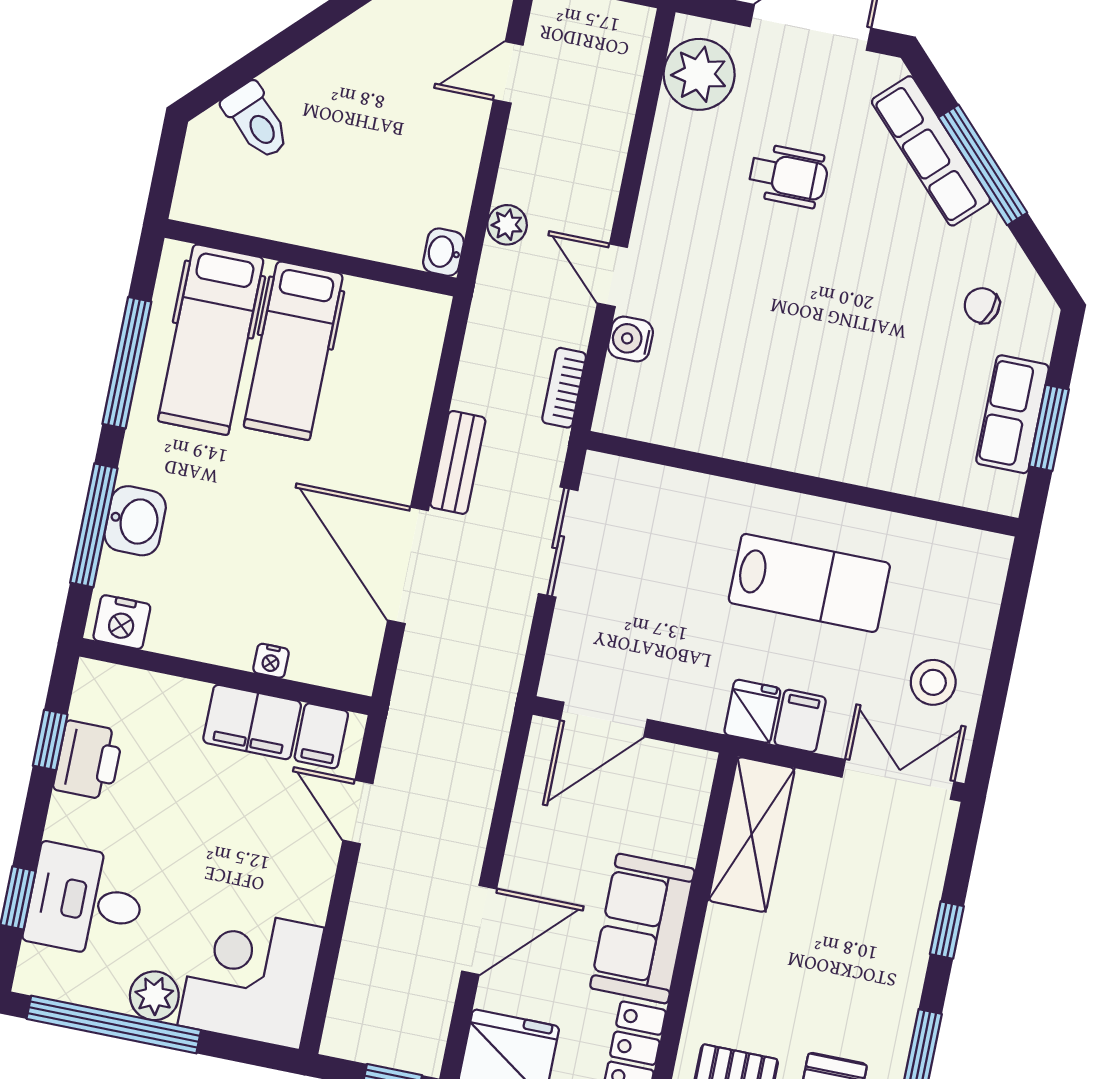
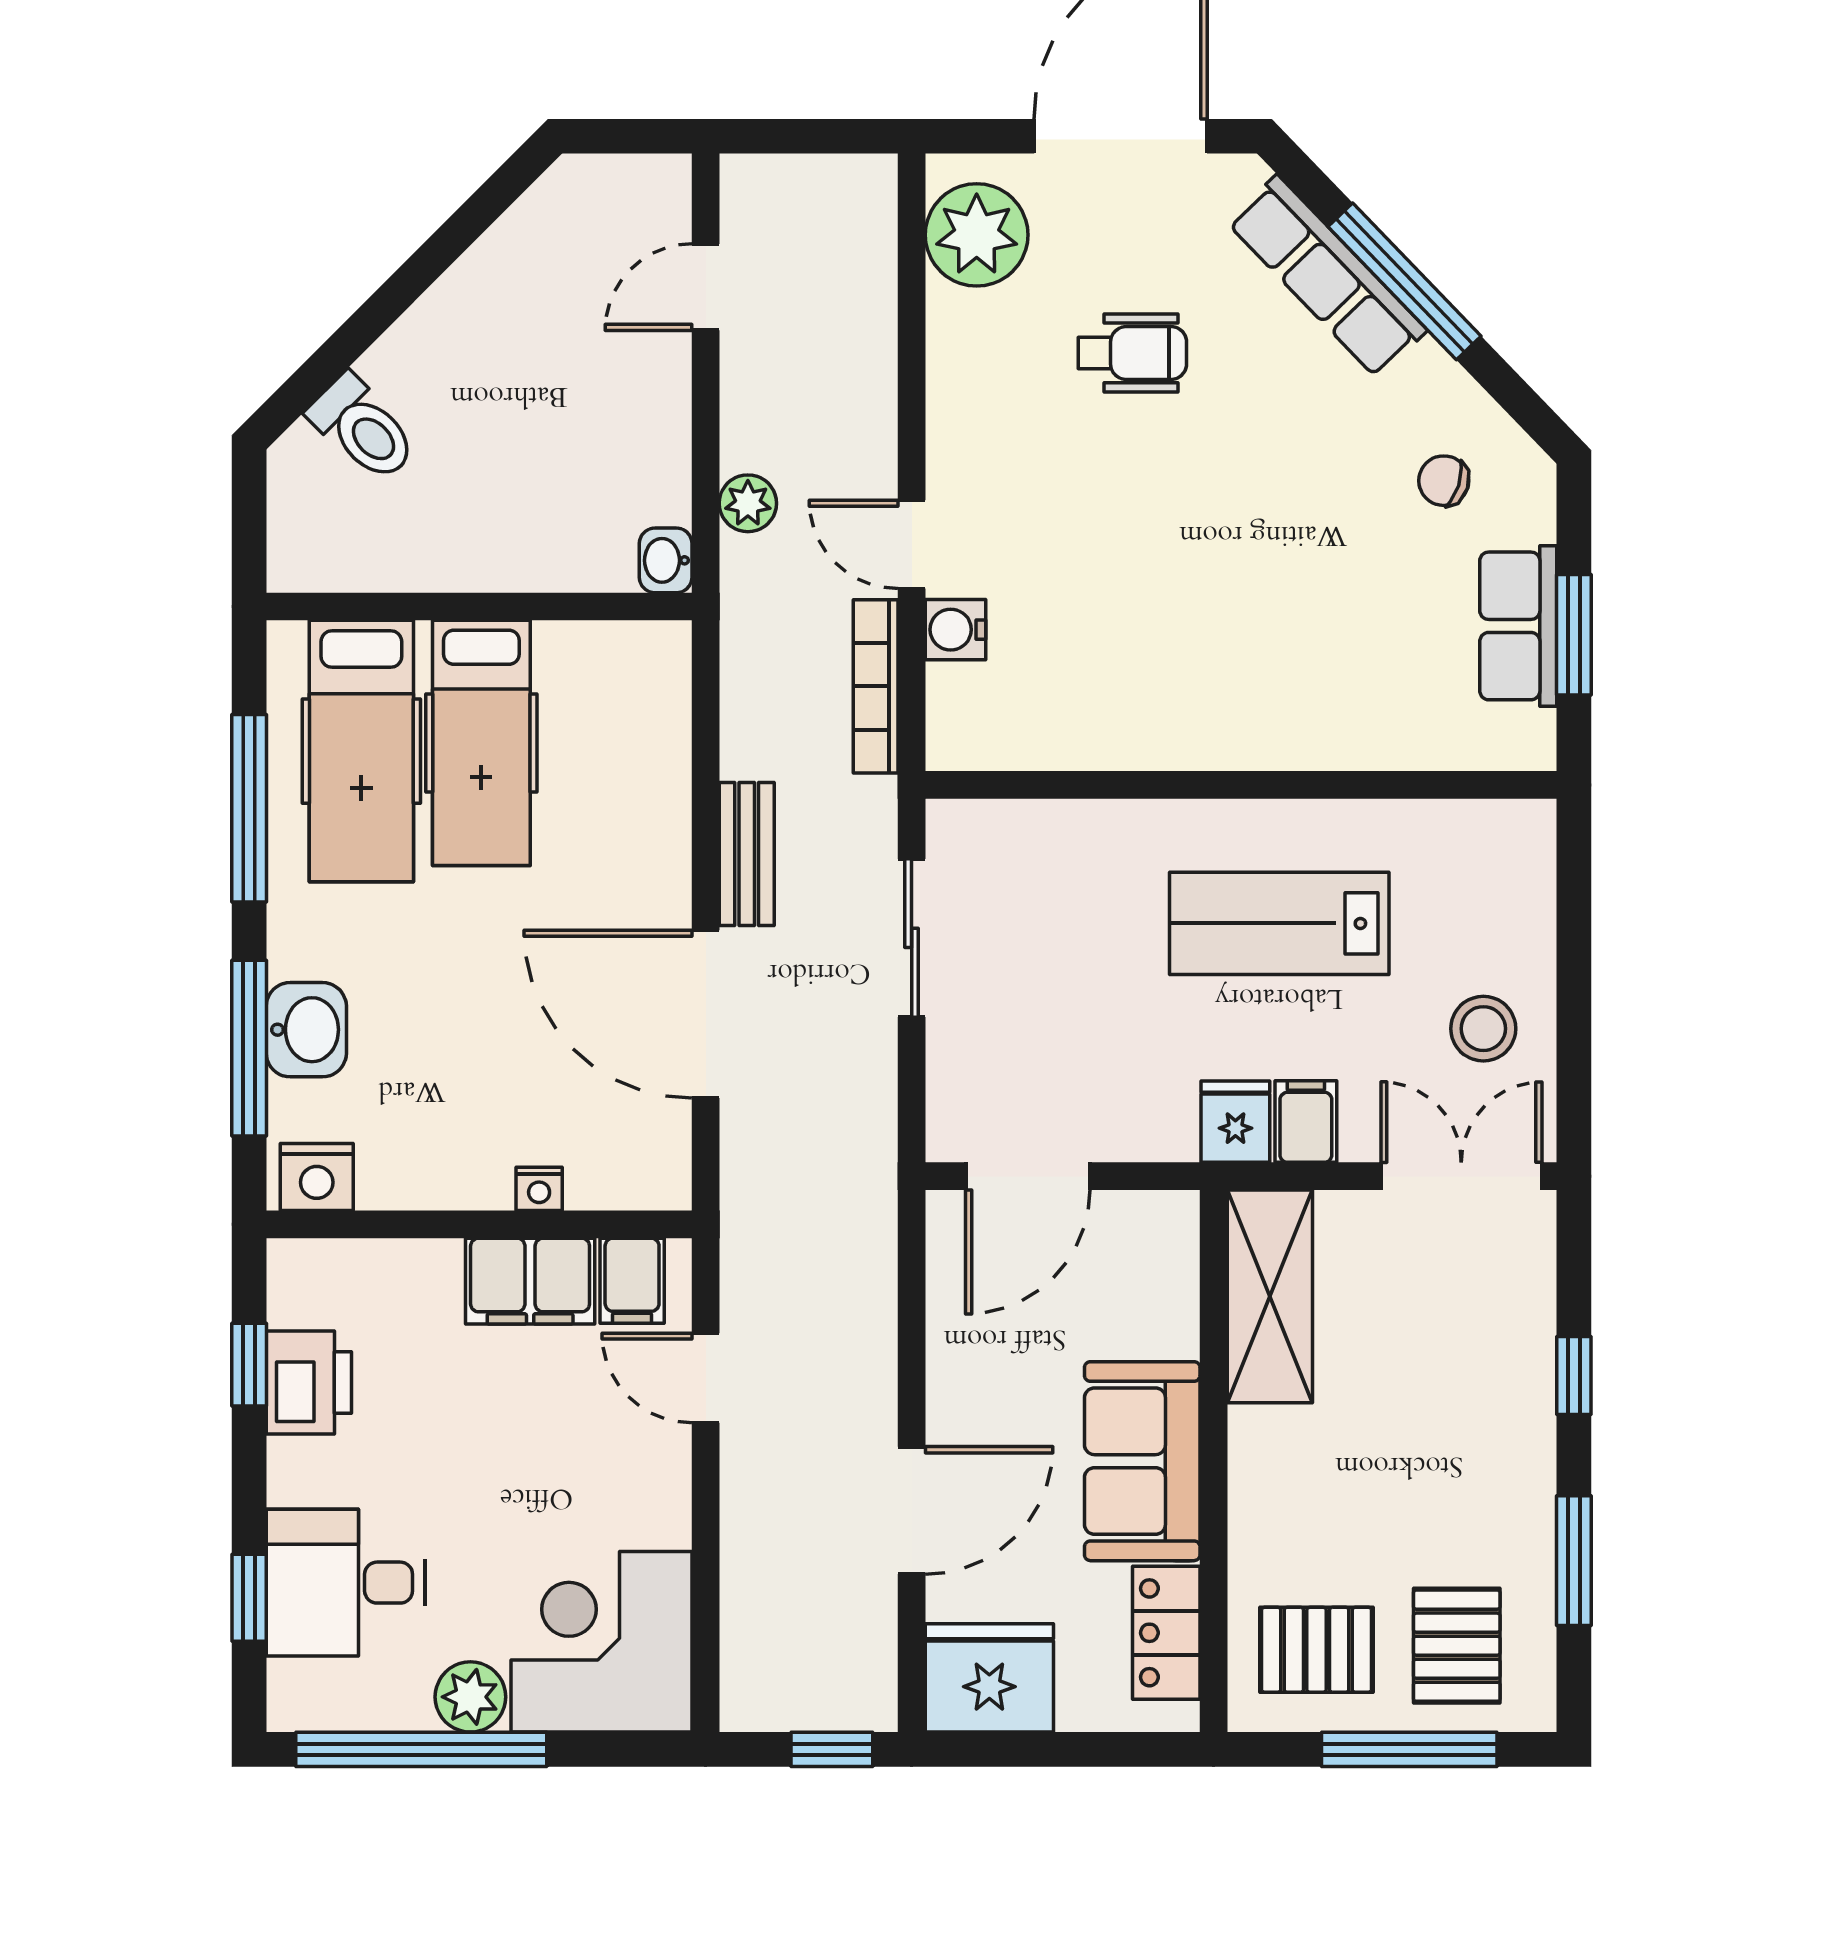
bookcase: (564, 388) -> (876, 686), width x1.56
lab bench: (809, 583) -> (1279, 923), turned 180

